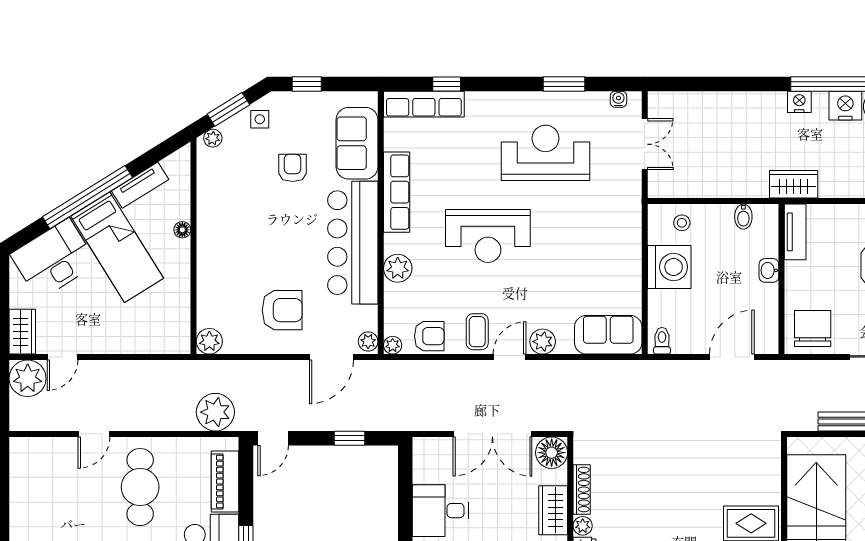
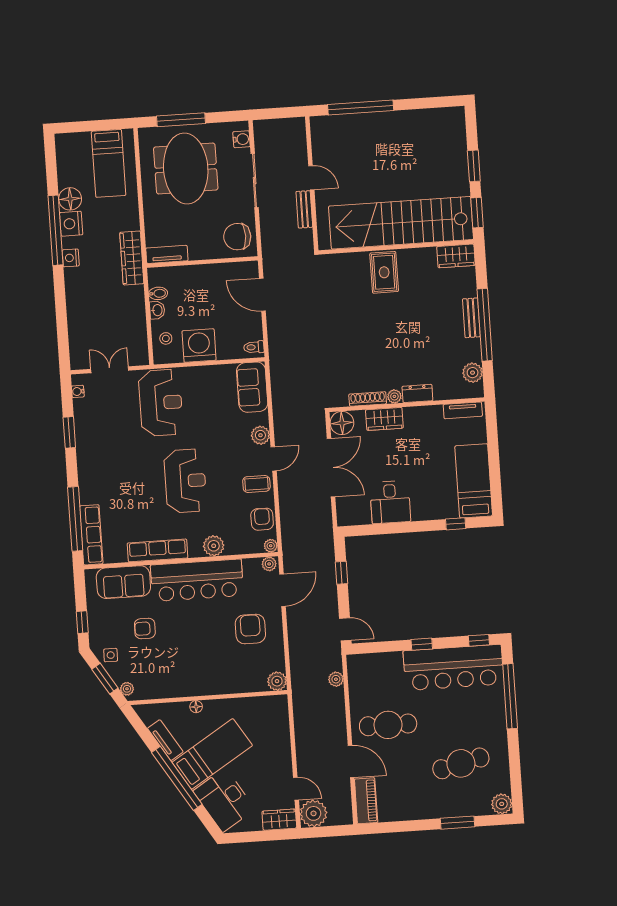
window: (447, 84) -> (75, 519), width x3.17
reception desk: (546, 153) -> (161, 403), moved, turned 180
wardrobe: (794, 184) -> (132, 258), width x1.50
washbasin: (769, 270) -> (157, 310), moved, turned -90
door: (332, 357) -> (283, 590), hinge flipped
door: (510, 357) -> (274, 459), swing flipped
plant: (215, 412) -> (336, 679), width x0.53, depth x0.53
door: (94, 434) -> (351, 762), width x1.38
piano: (225, 481) -> (366, 801), moved, turned -90

